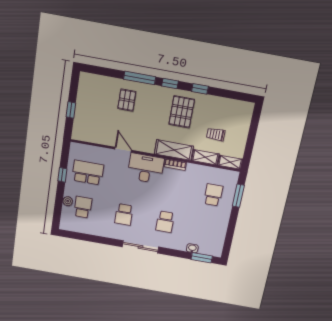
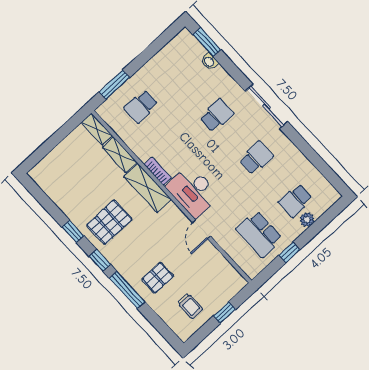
trolley: (216, 134) -> (190, 306), moved

